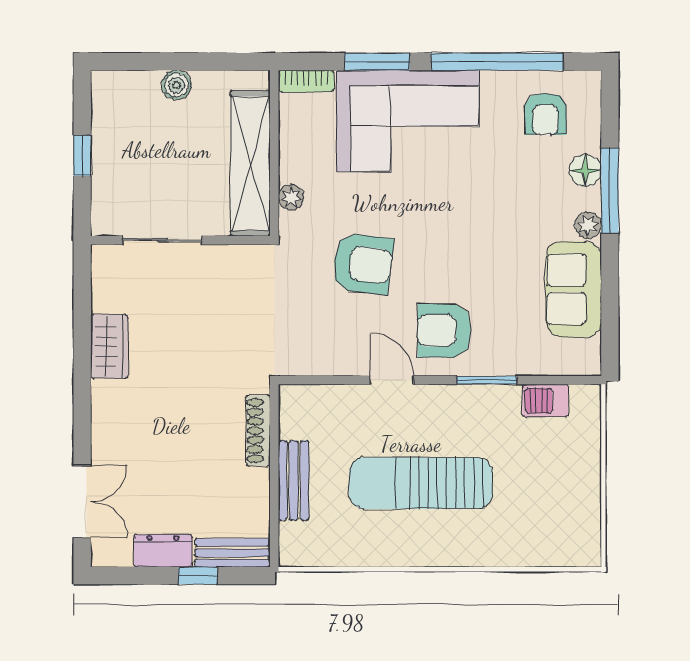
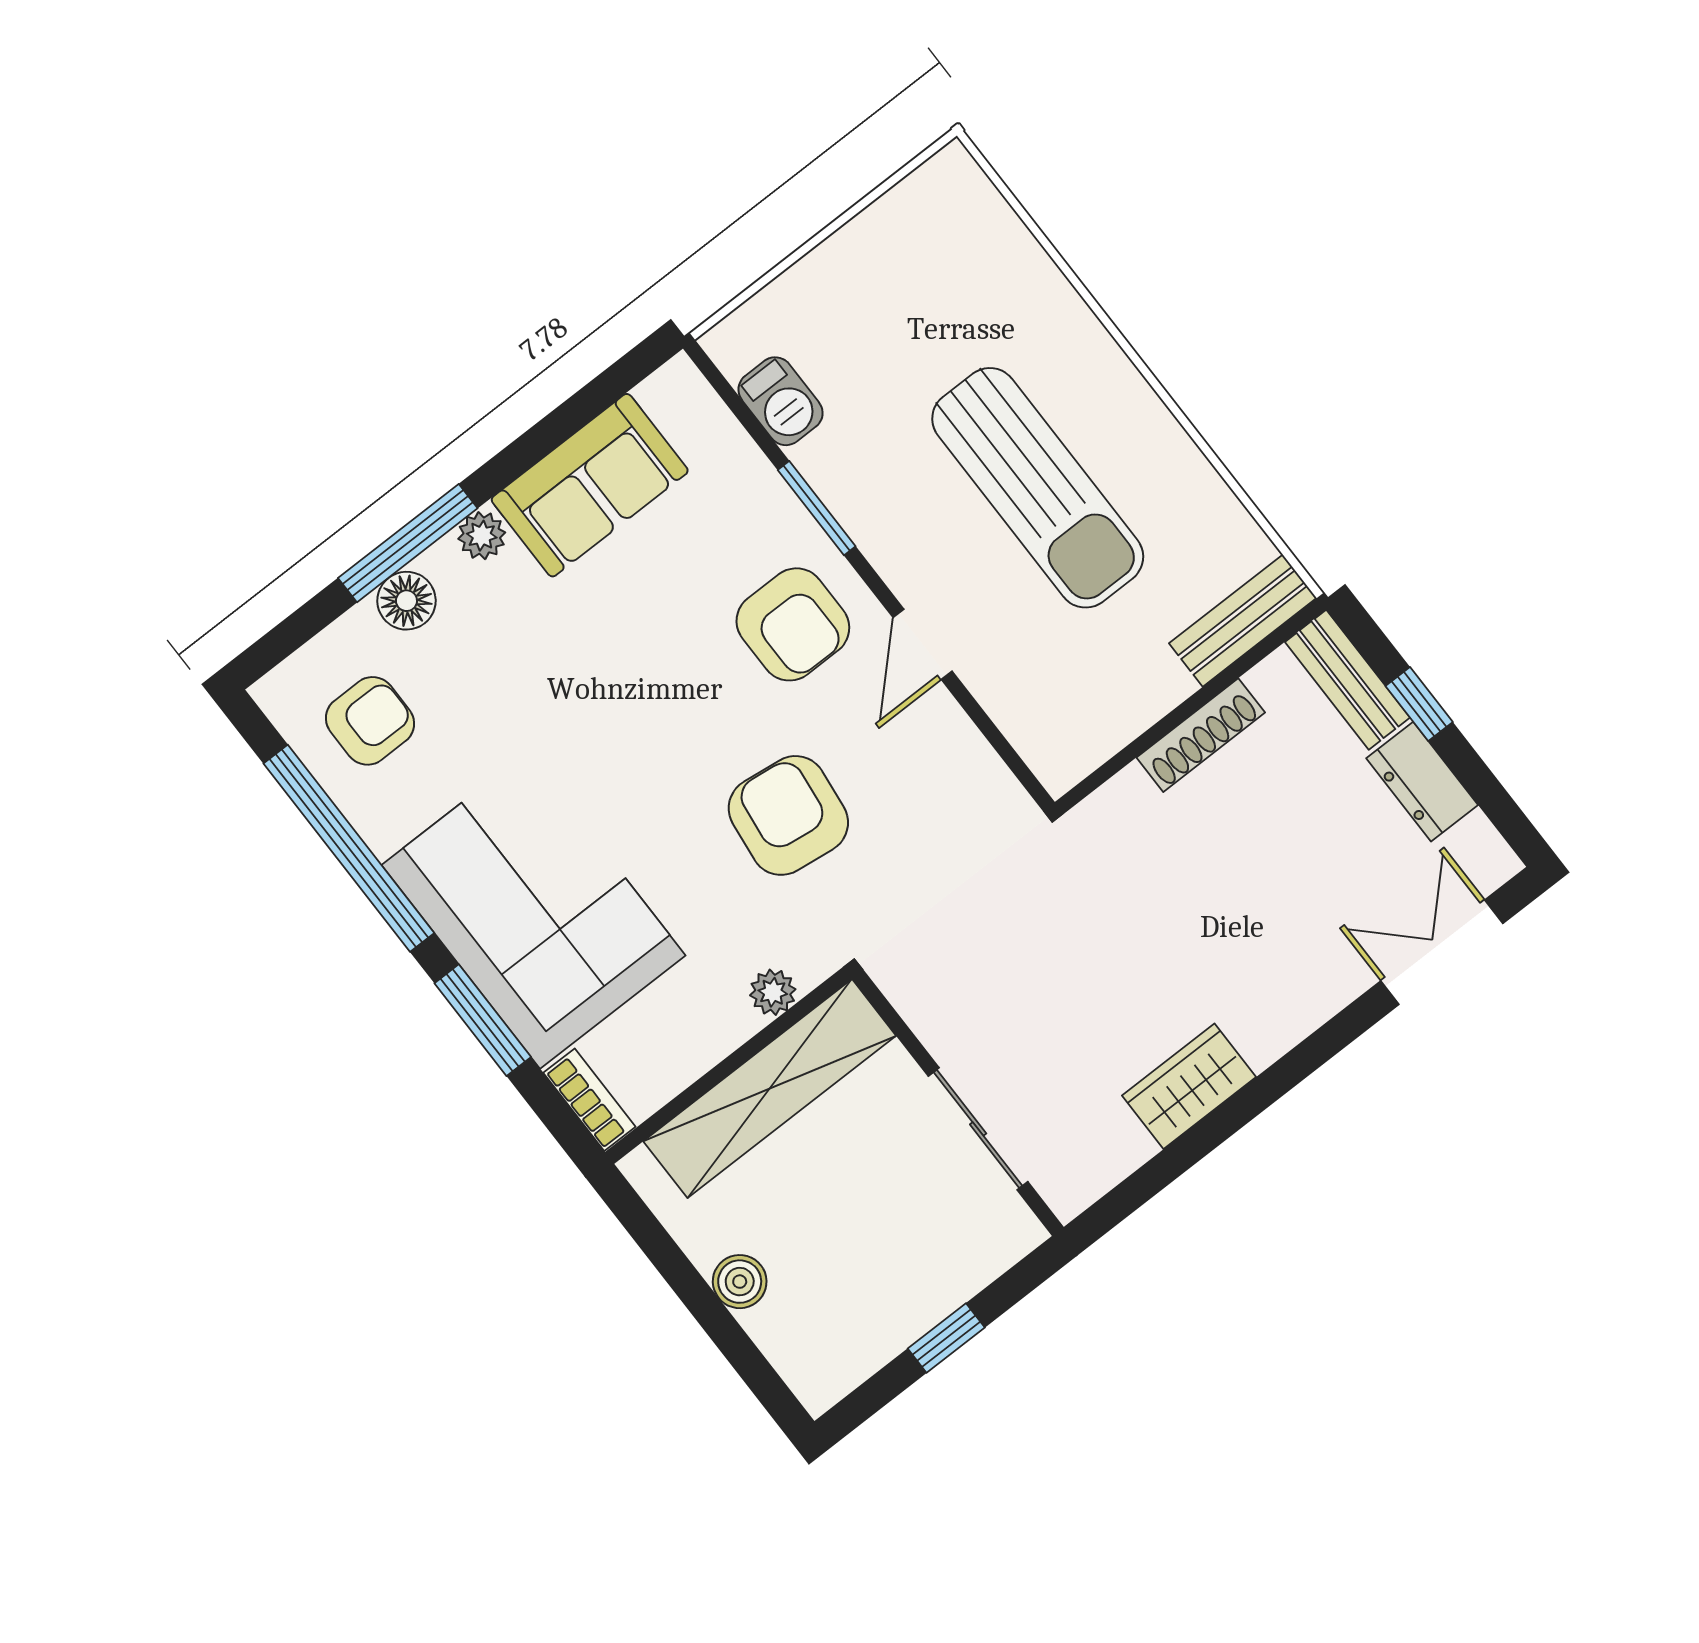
shoe rack: (258, 431) -> (1201, 735), moved
bench: (294, 480) -> (1243, 621), moved

